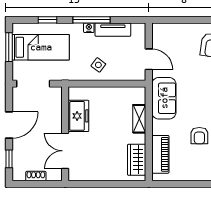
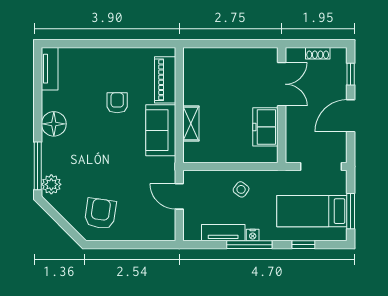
sofa: (164, 98) -> (161, 130), moved
wardrobe: (137, 160) -> (194, 73), removed

